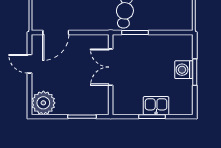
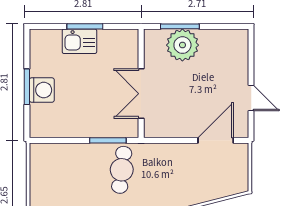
double door: (111, 67) -> (141, 94), swing flipped
plant: (43, 103) -> (182, 45), moved

